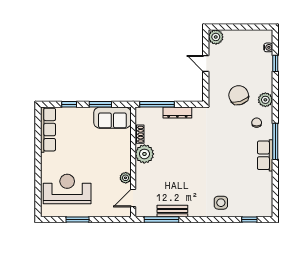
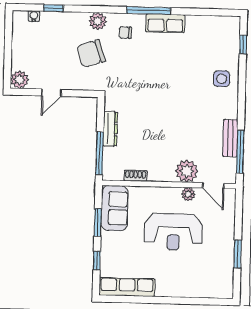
plant: (144, 154) -> (187, 171), moved
reception desk: (67, 189) -> (173, 232), moved, turned -90

